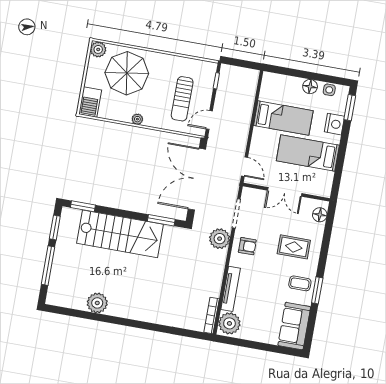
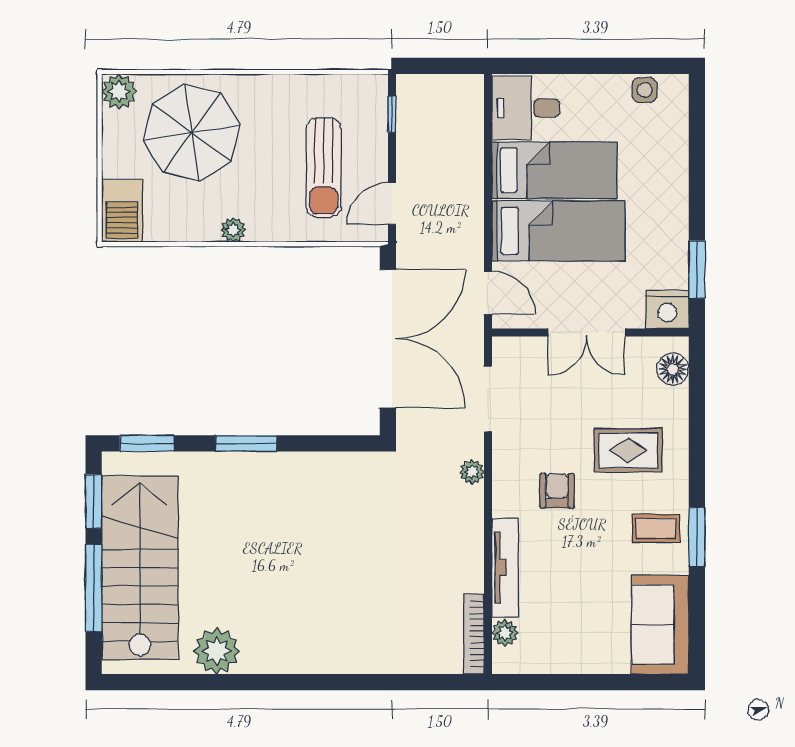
floor lamp: (310, 87) -> (601, 90), removed
desk: (276, 88) -> (526, 108), added
window: (350, 108) -> (697, 269), moved
nightstand: (334, 124) -> (667, 309), moved, turned 90
bed: (308, 153) -> (558, 231), moved, turned 180
double door: (197, 179) -> (388, 339), swing flipped
window: (161, 220) -> (246, 443), moved
stairs: (120, 234) -> (140, 568), moved, turned -90
plant: (220, 239) -> (472, 472), width x0.53, depth x0.53
armchair: (247, 246) -> (557, 491), moved, turned -90
plant: (229, 323) -> (505, 633), width x0.53, depth x0.53

